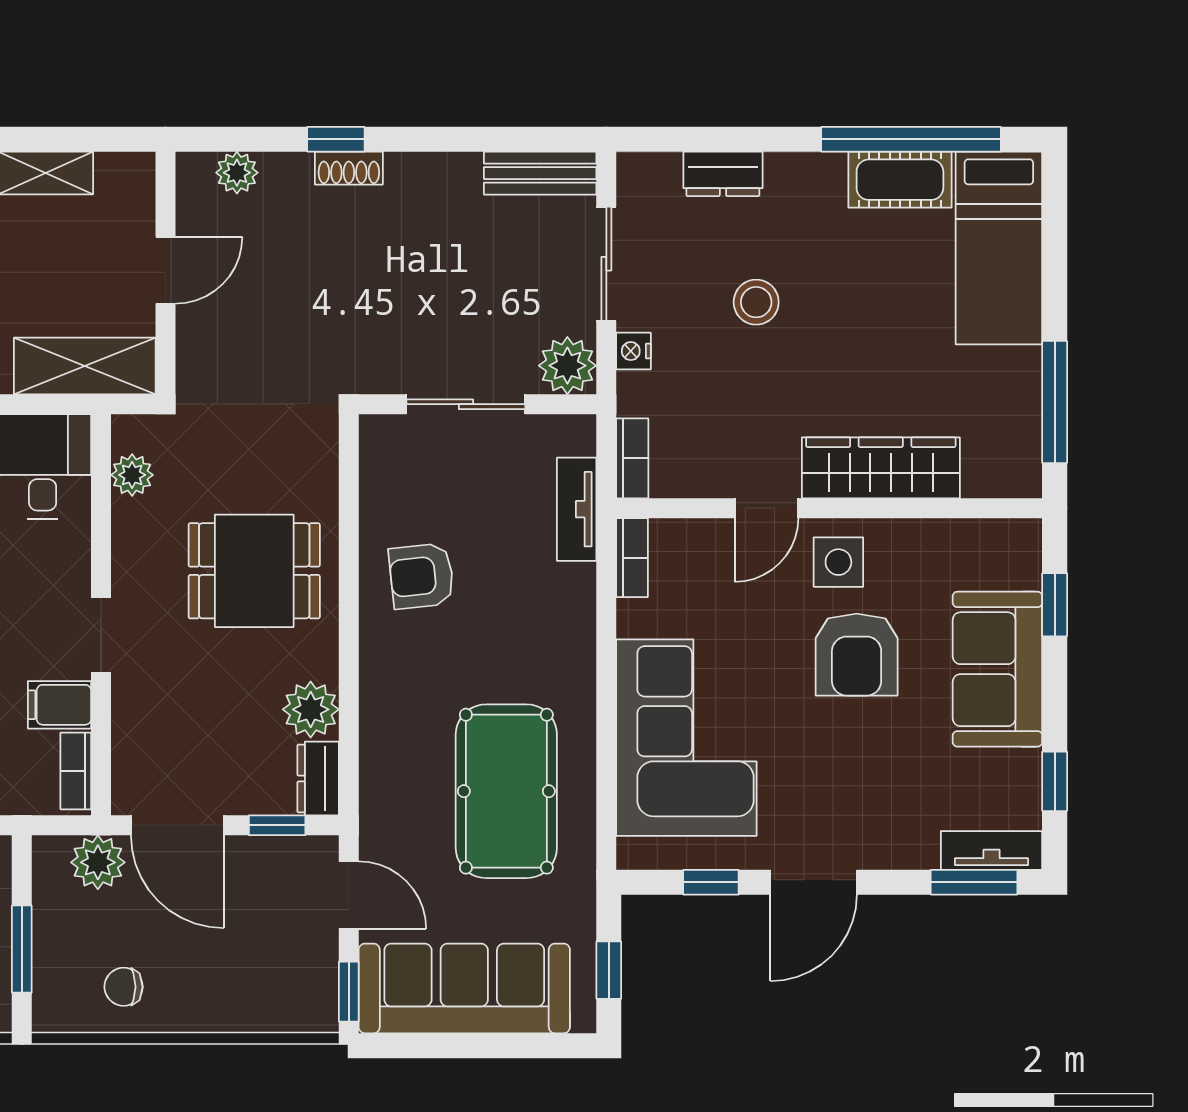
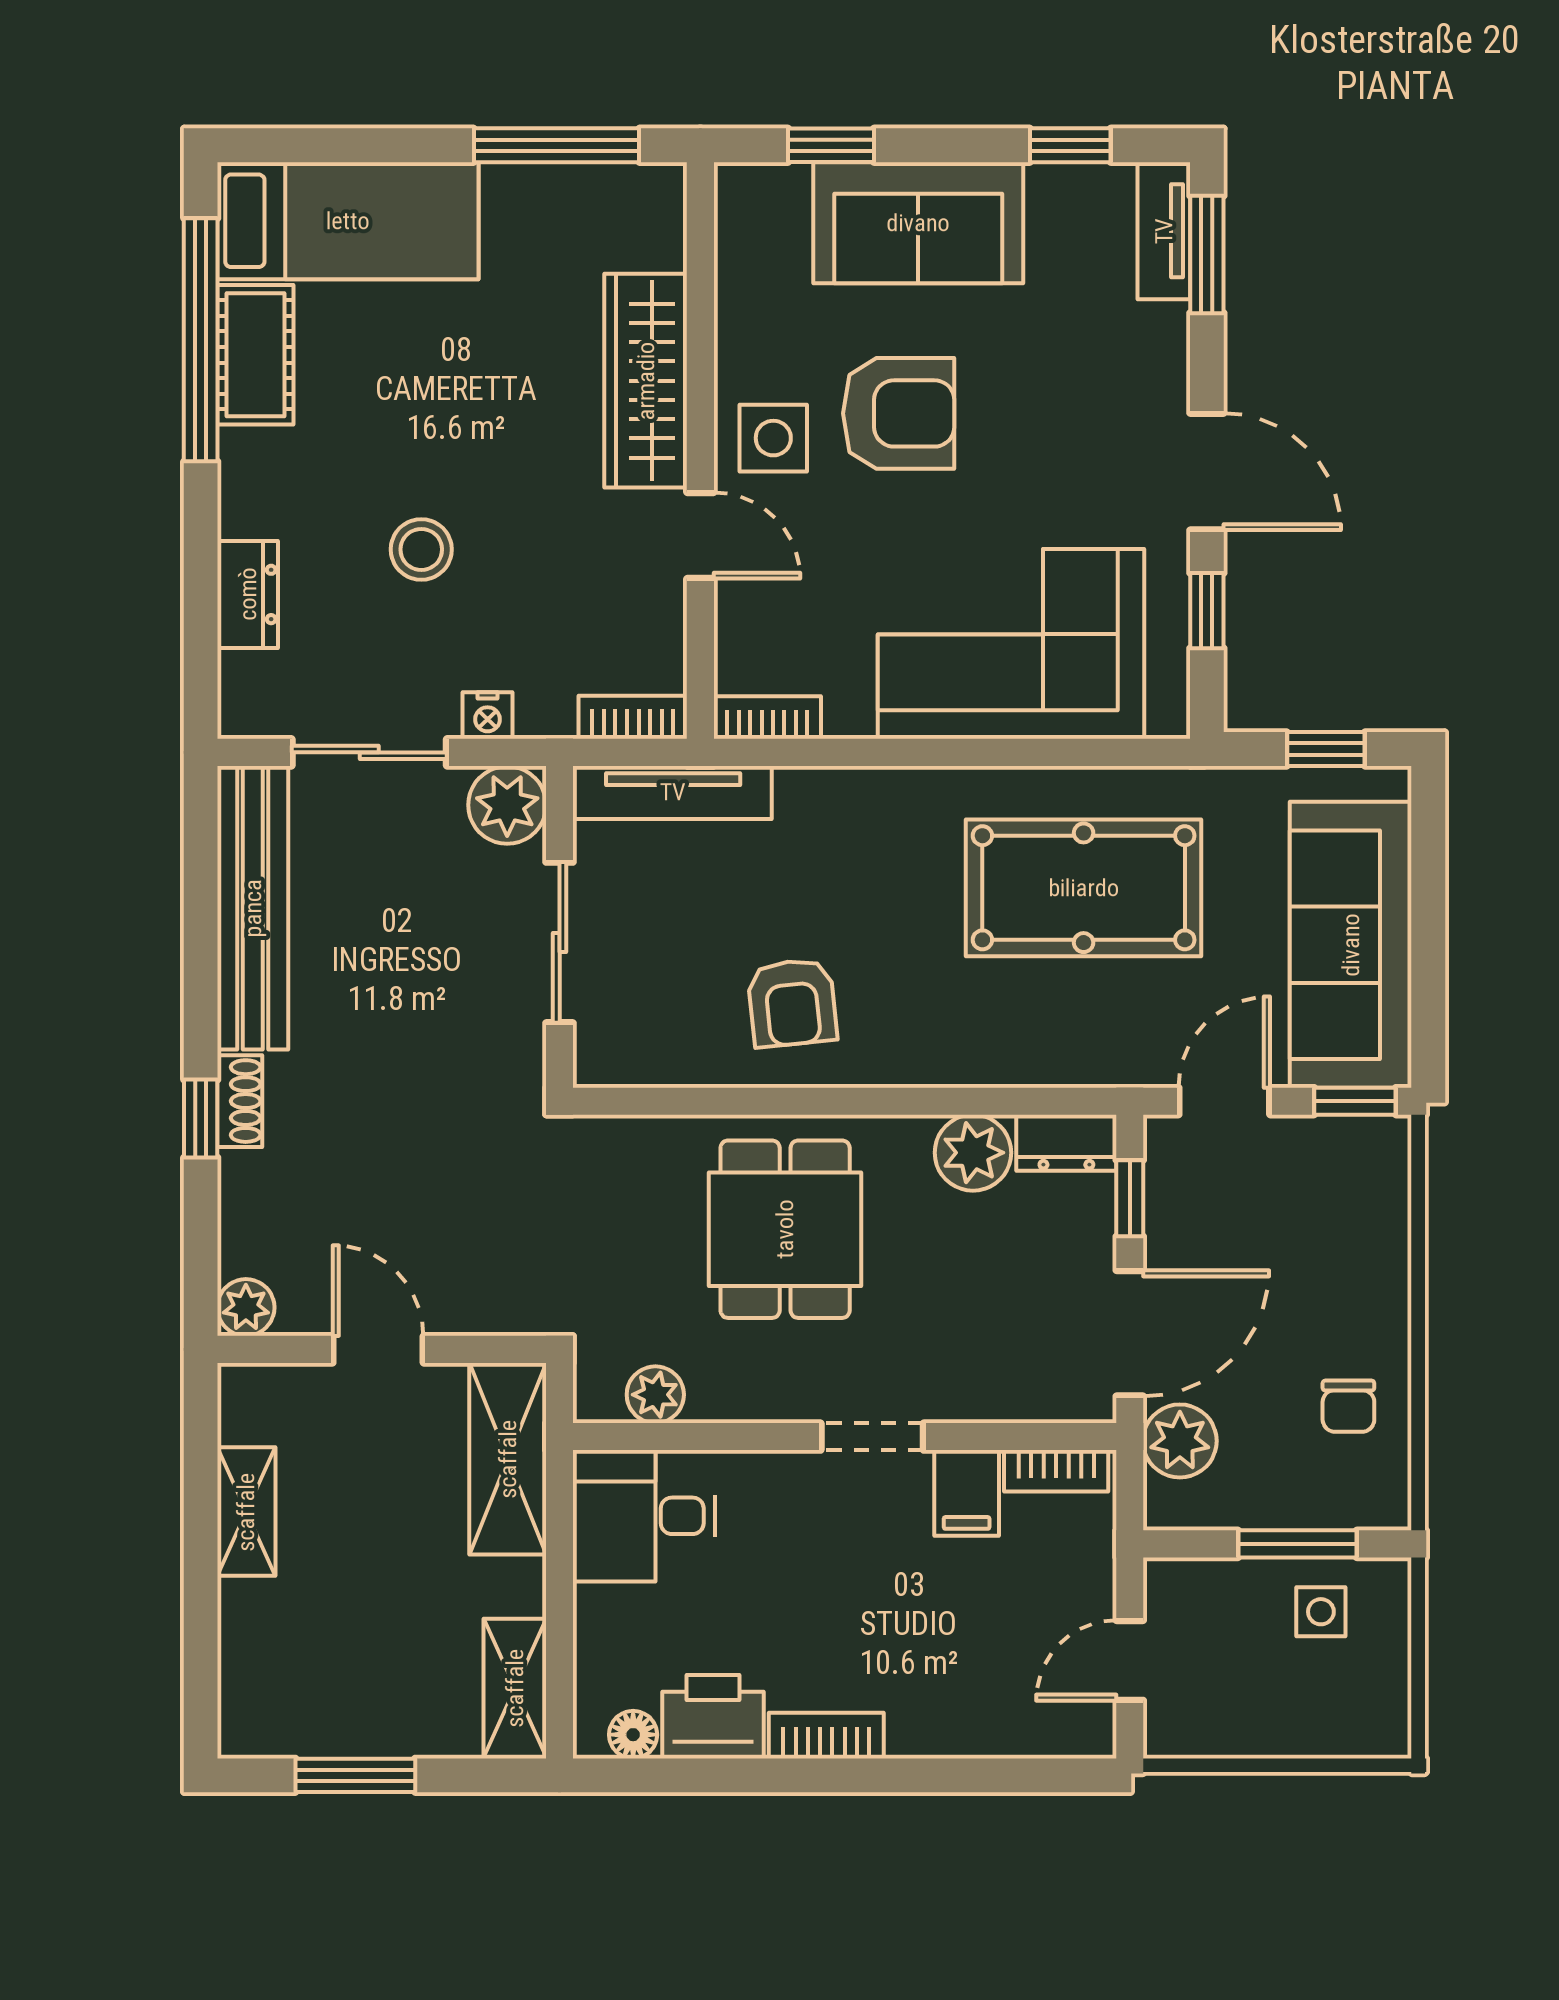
plant: (237, 173) -> (246, 1307), moved
bench: (540, 173) -> (253, 908), width x1.86, depth x1.21
tv unit: (577, 509) -> (673, 792), width x1.41

